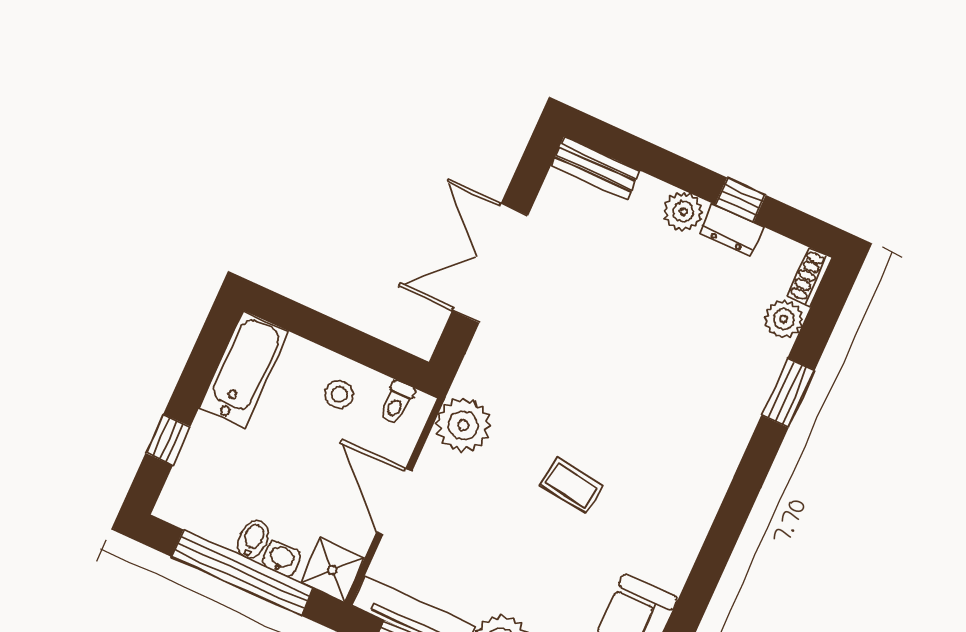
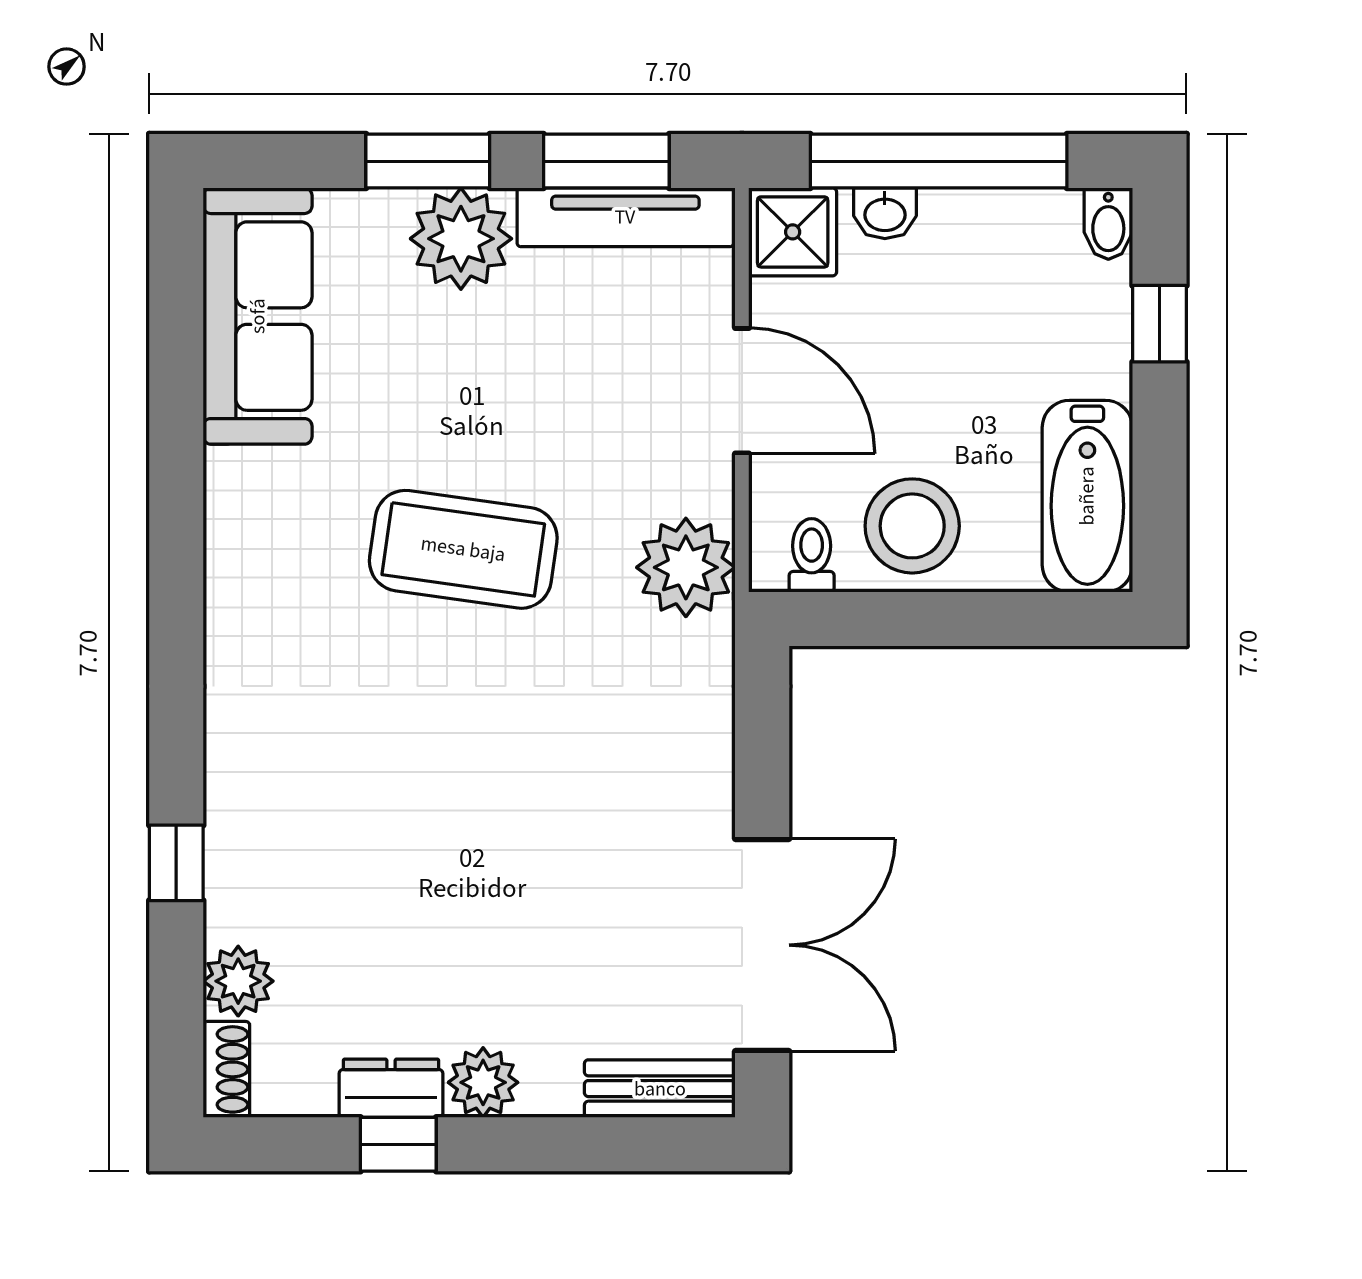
double door: (490, 263) -> (762, 945), moved
window: (788, 393) -> (176, 863), width x0.67
stool: (339, 394) -> (912, 526), width x1.89, depth x1.89
coffee table: (571, 485) -> (463, 549), width x1.86, depth x1.72
bidet: (253, 539) -> (1108, 224), moved

